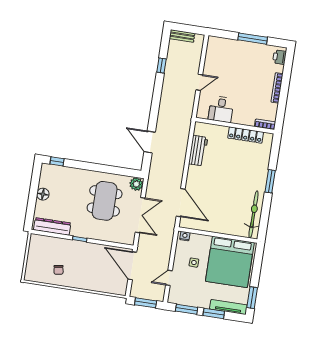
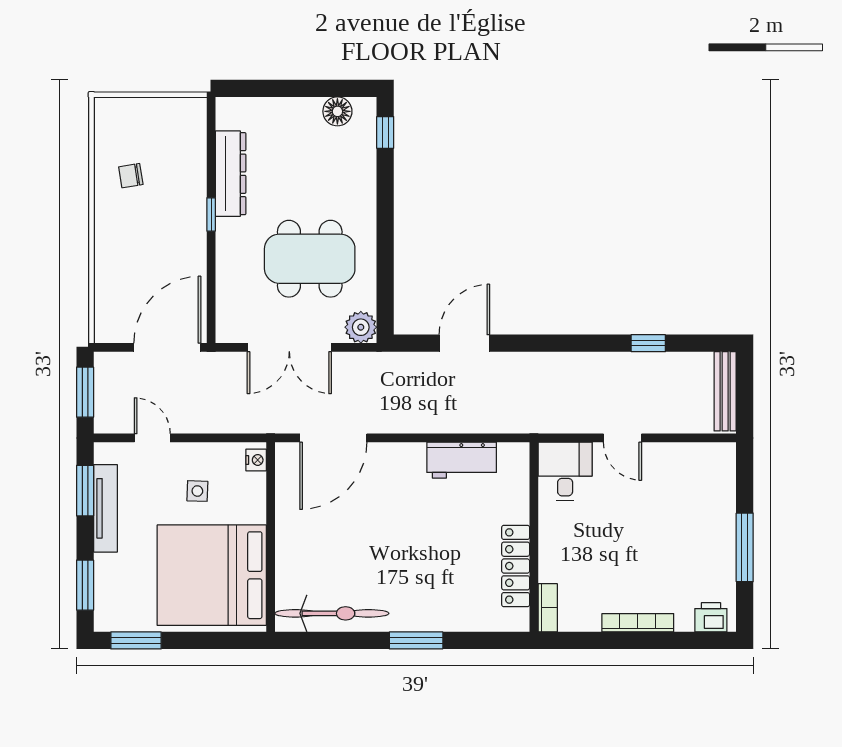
bench: (182, 36) -> (725, 391), width x1.36
desk: (221, 109) -> (565, 471), moved, turned 90
floor lamp: (43, 194) -> (337, 111), moved
dresser: (52, 226) -> (231, 174), moved
tv unit: (228, 307) -> (105, 508), moved
window: (214, 313) -> (85, 585), moved

